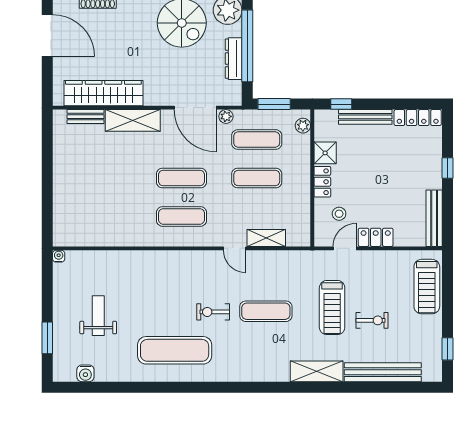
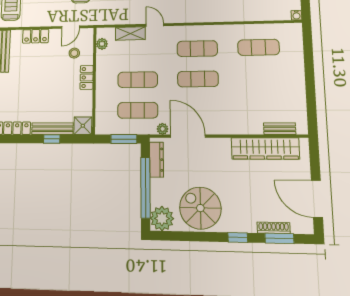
dresser: (234, 59) -> (156, 160), moved
window: (341, 104) -> (52, 139), moved
shelving: (133, 120) -> (239, 126), removed
plant: (303, 126) -> (102, 44), moved
shower: (325, 153) -> (83, 126), moved
exercise mat: (106, 216) -> (258, 47), added
locker: (376, 237) -> (36, 36), moved

